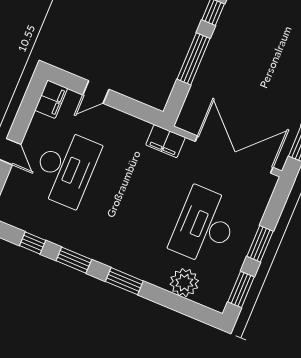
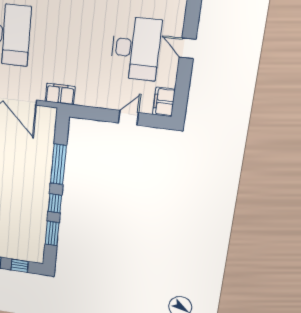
desk: (65, 168) -> (136, 48), turned 180

